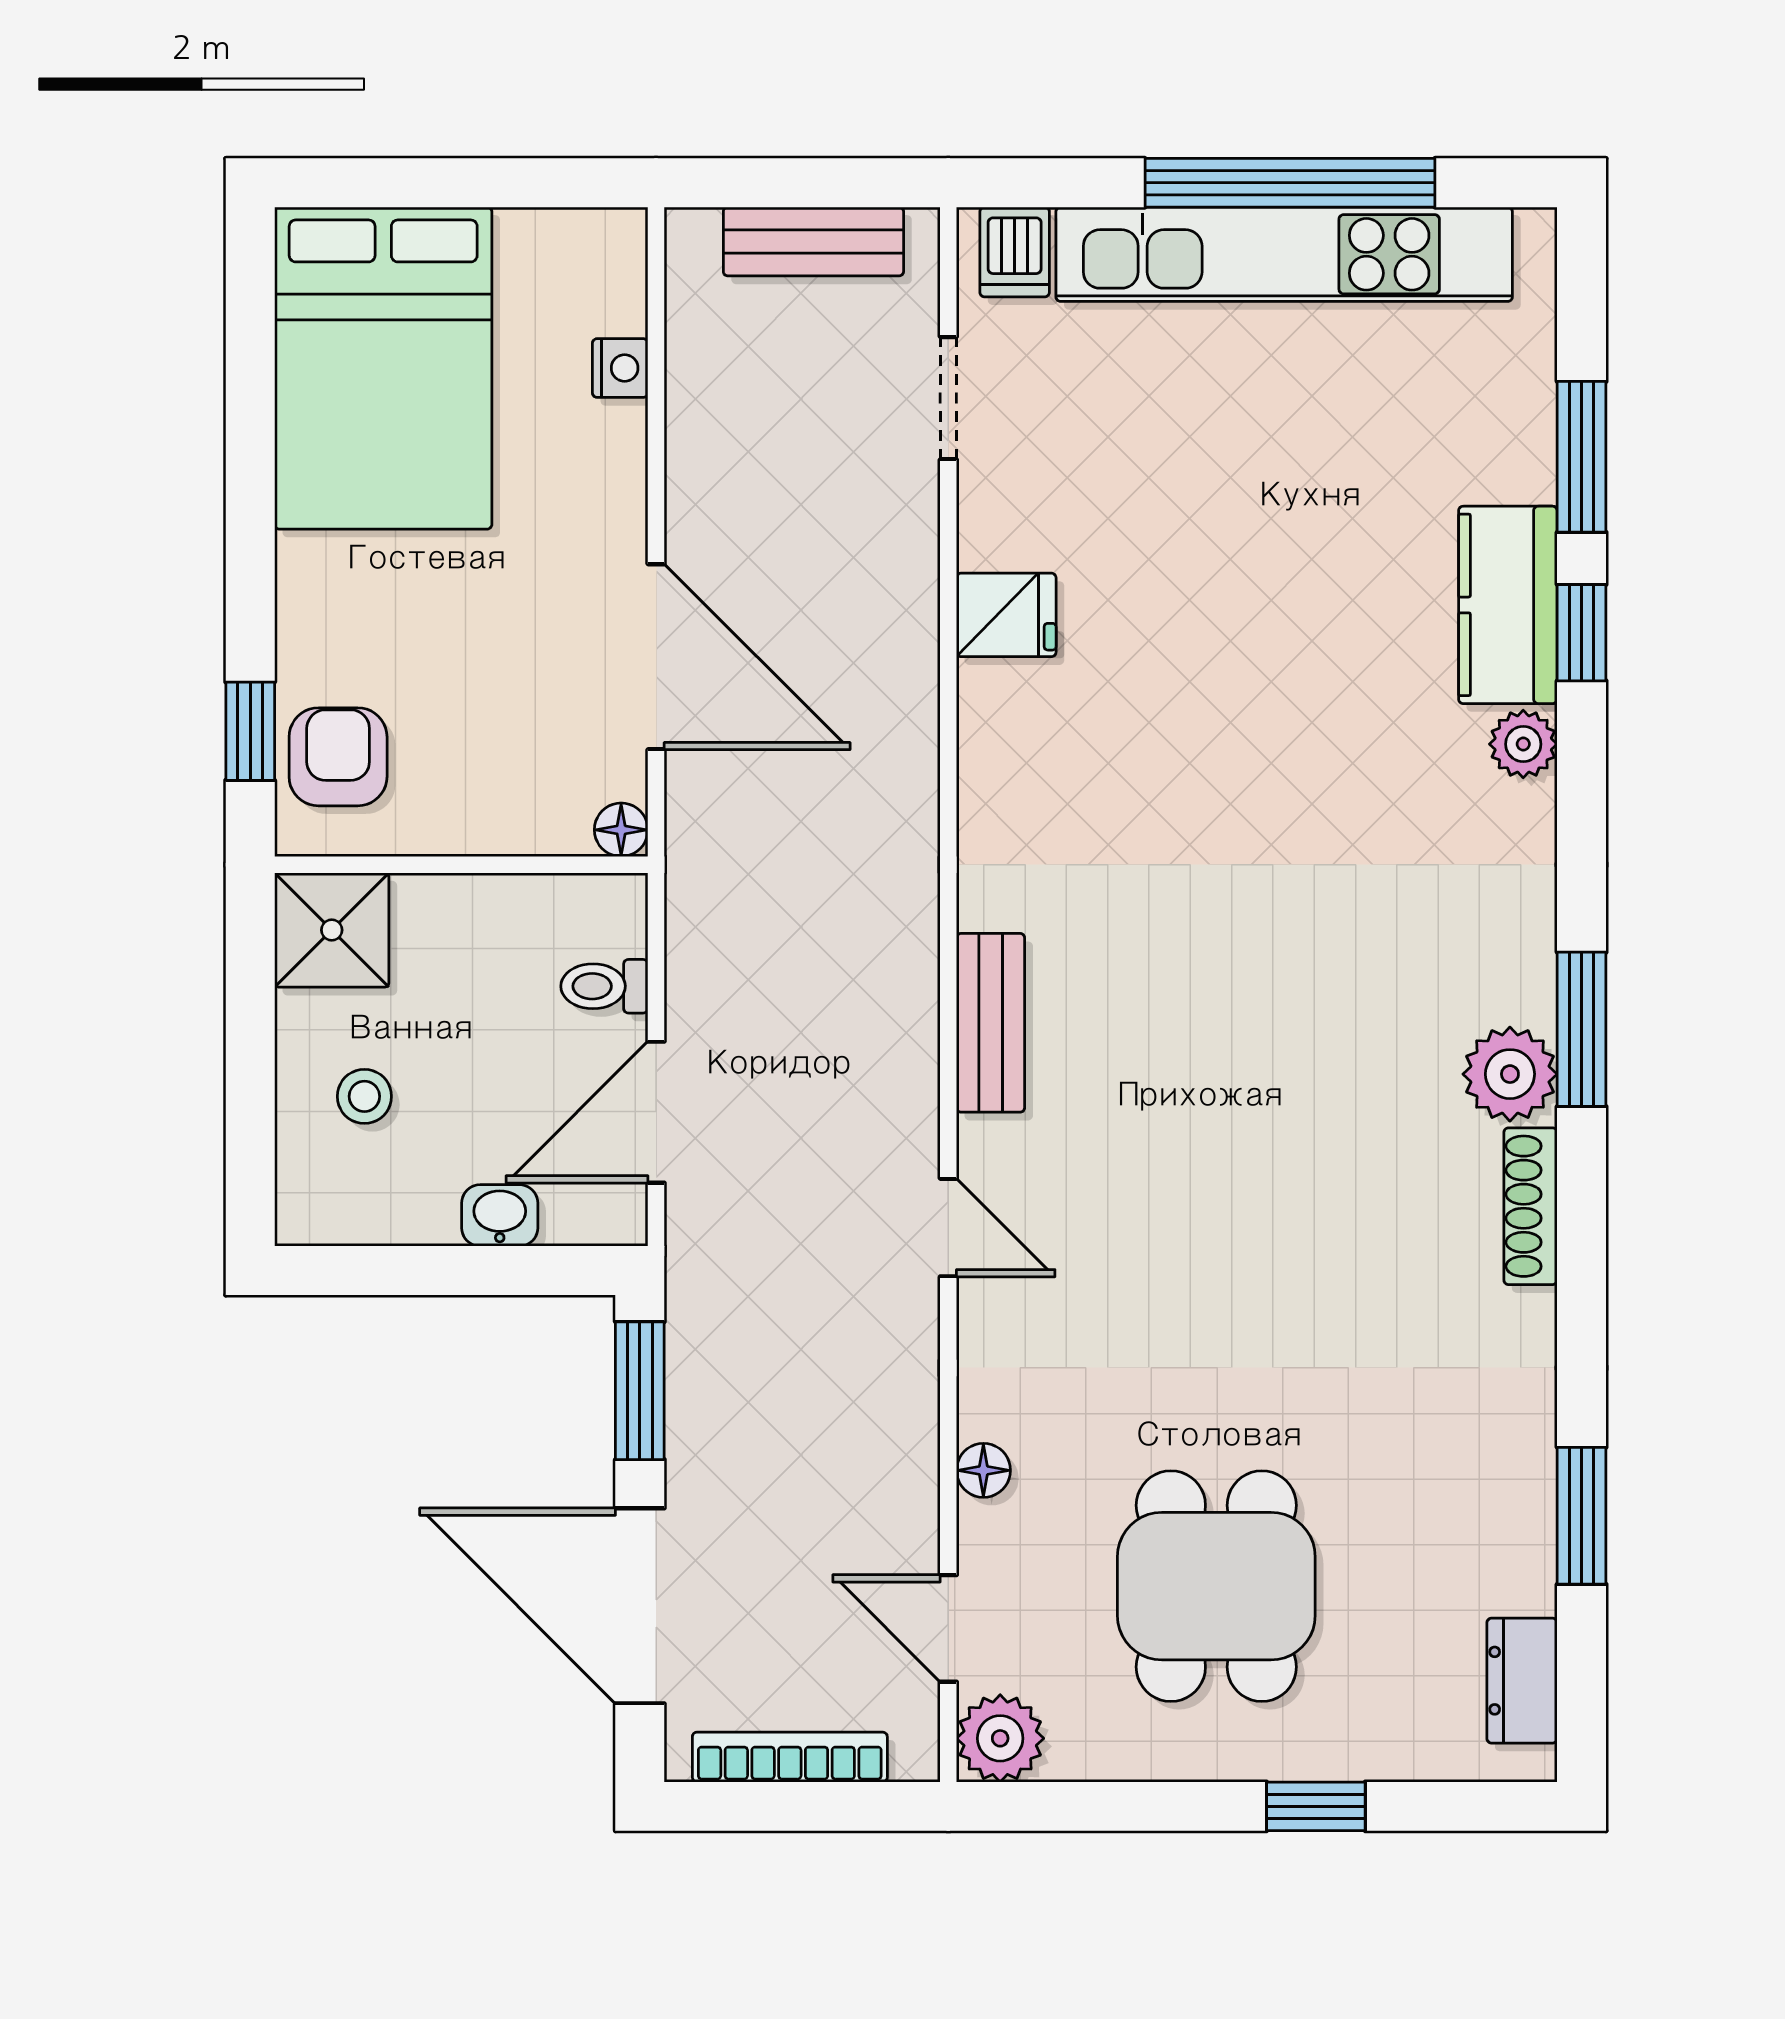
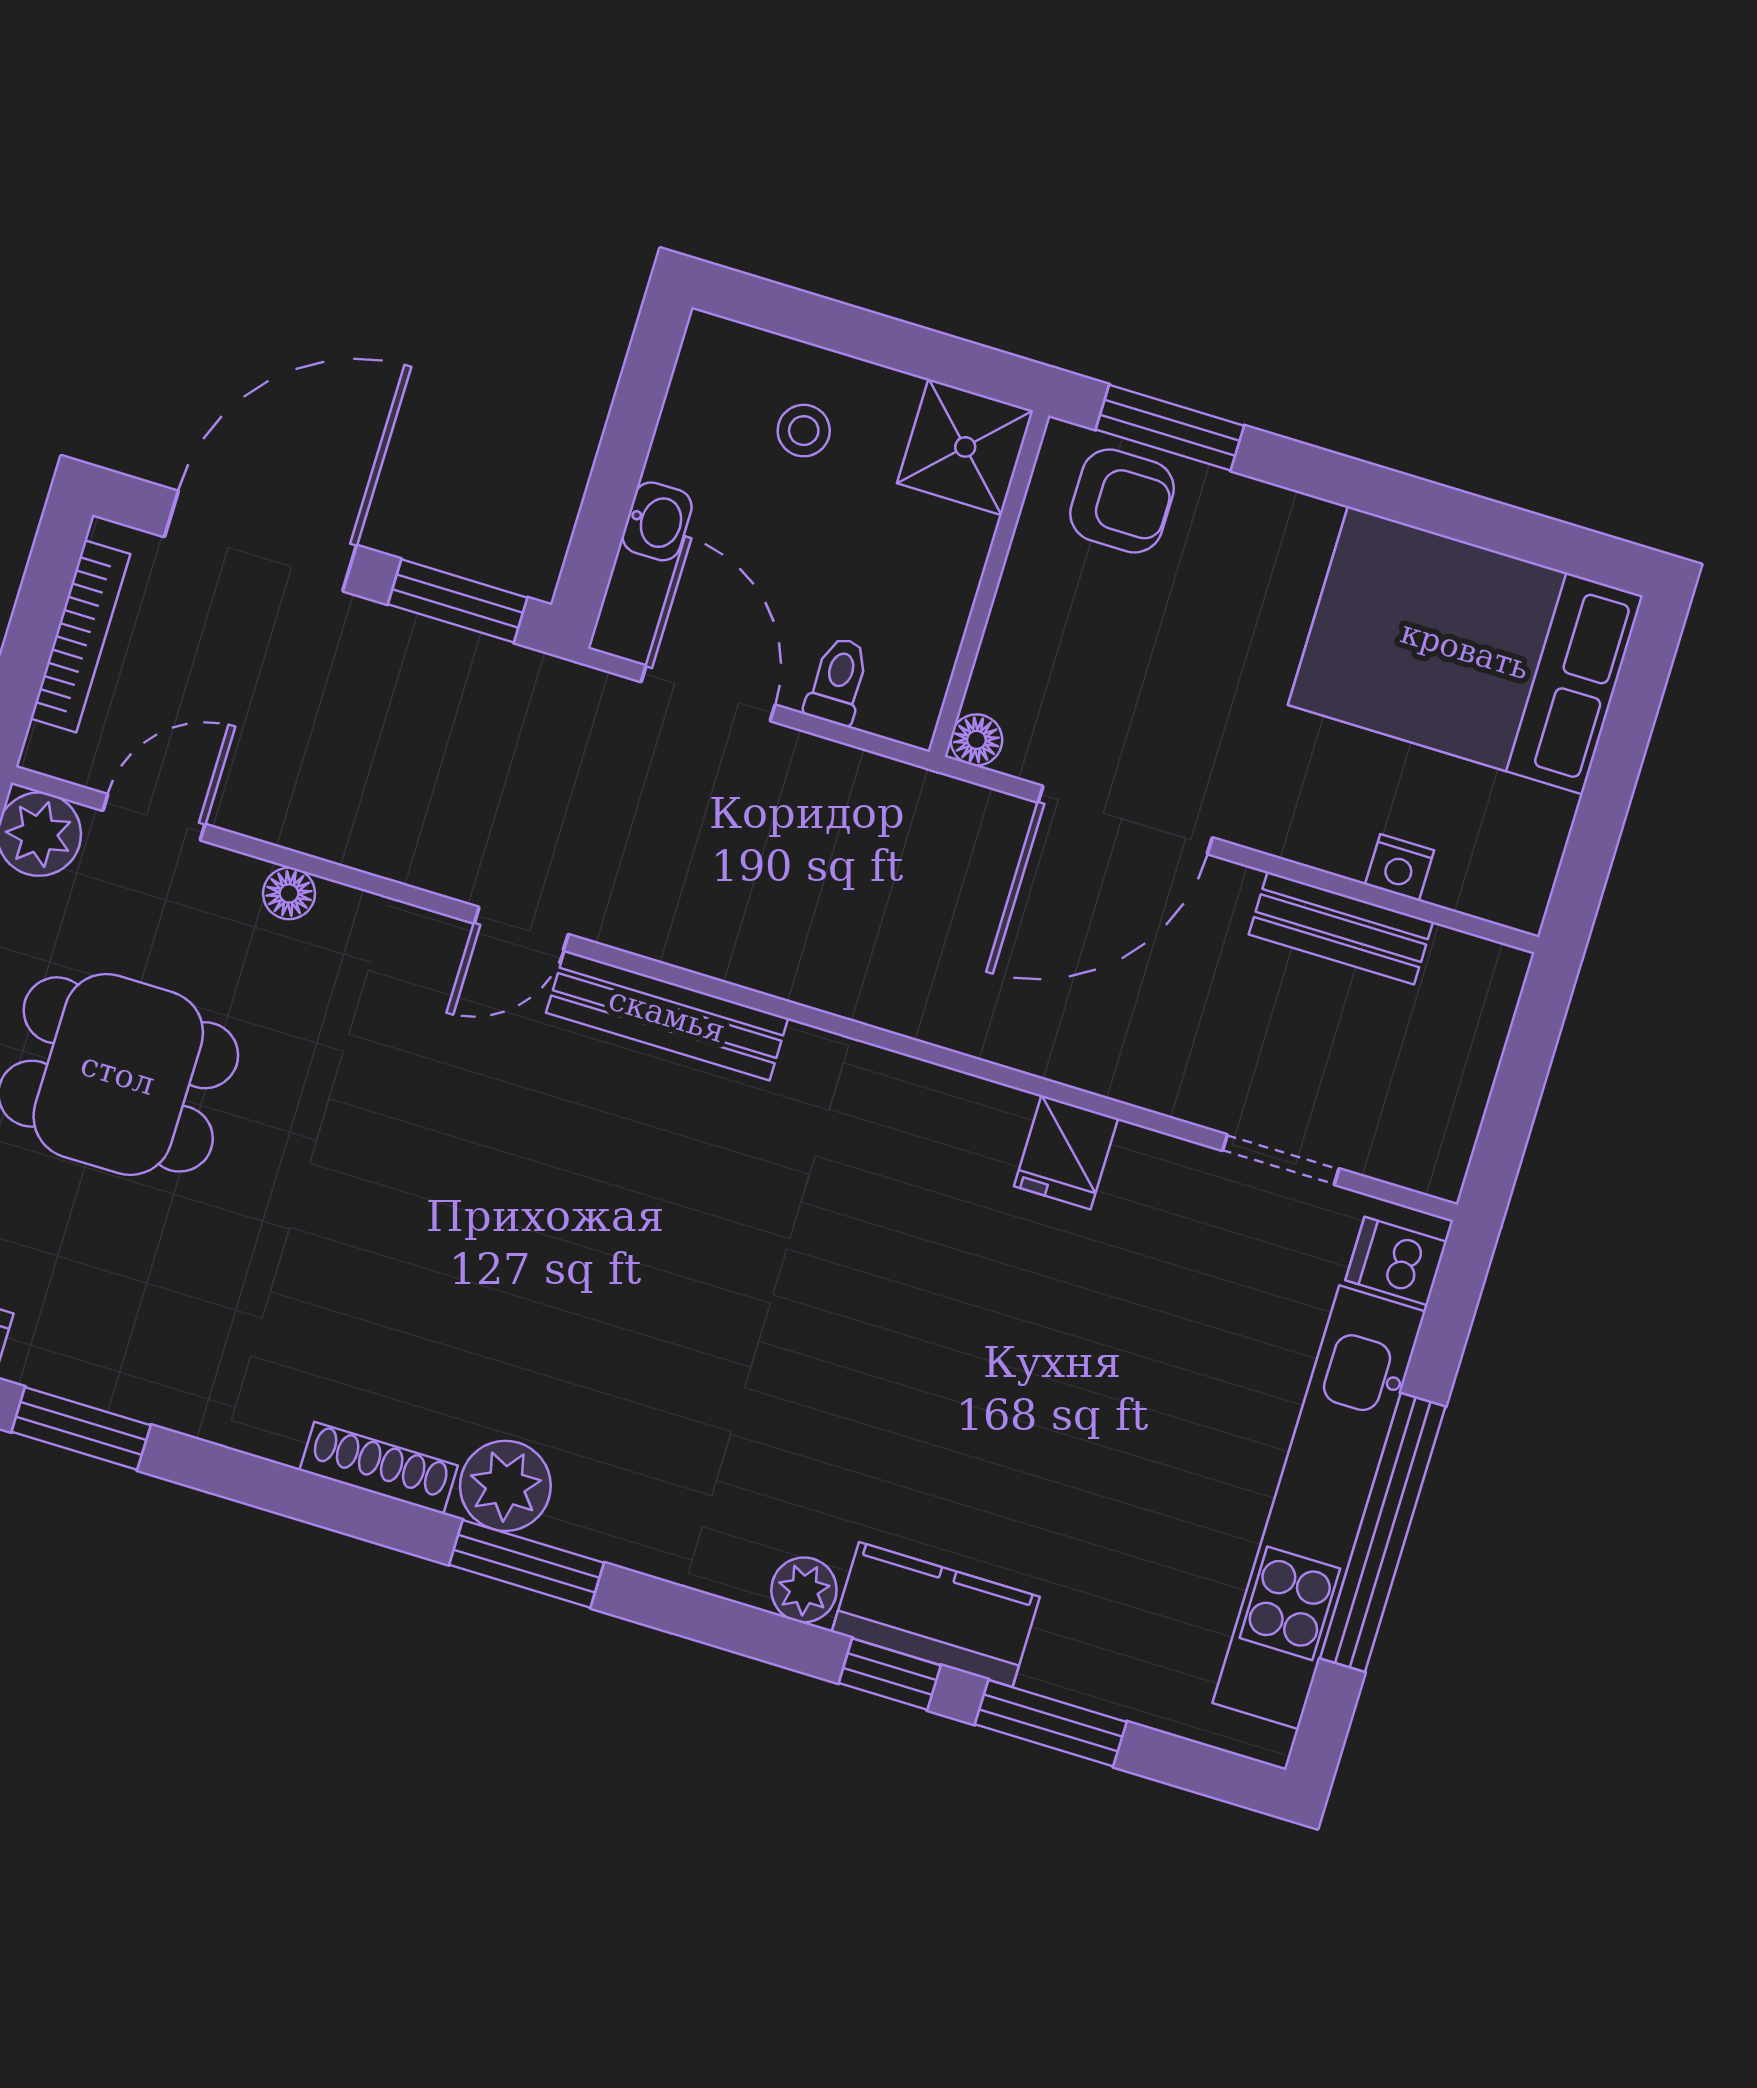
bench: (813, 242) -> (1341, 928), moved, turned 90
window: (250, 731) -> (1170, 428), width x1.50
bench: (991, 1023) -> (667, 1015), width x1.36

